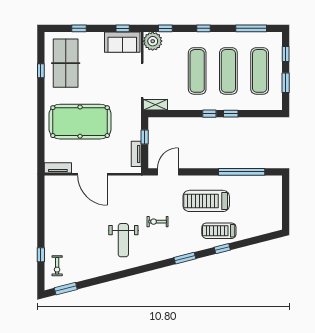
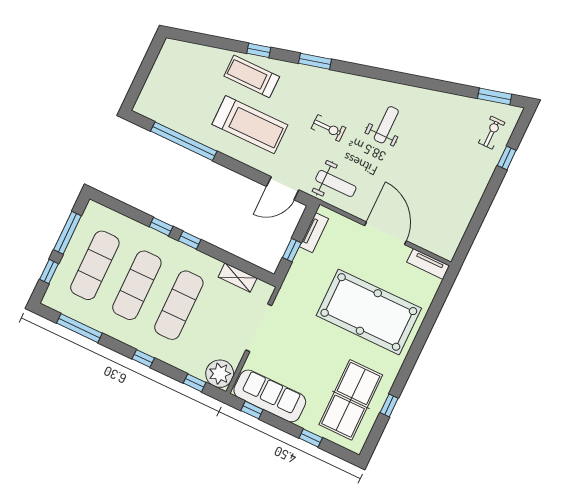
sofa: (122, 42) -> (270, 396), width x1.36
window: (286, 83) -> (67, 233), width x1.44
shelving: (155, 105) -> (238, 278), moved
weight bench: (137, 190) -> (336, 183), added
treadmill: (219, 231) -> (252, 76), turned 180
weight bench: (123, 240) -> (386, 125), width x0.73, depth x0.75

